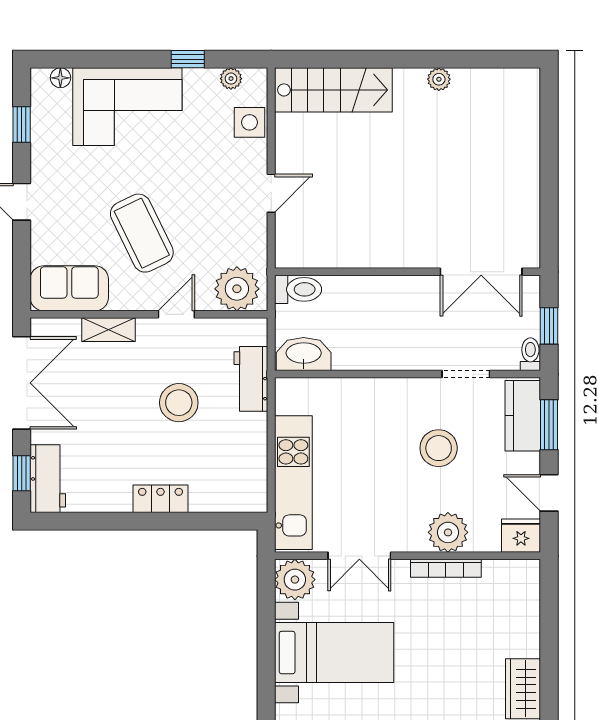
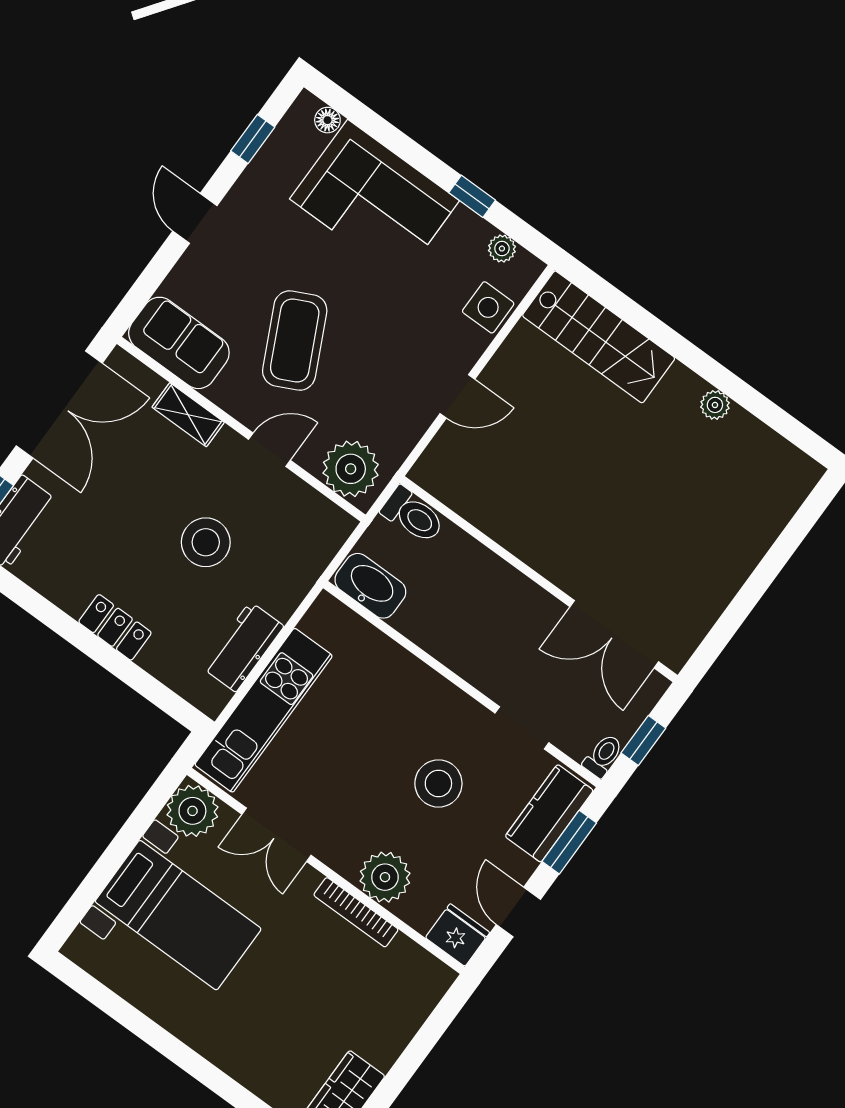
workbench: (251, 379) -> (243, 647), moved

